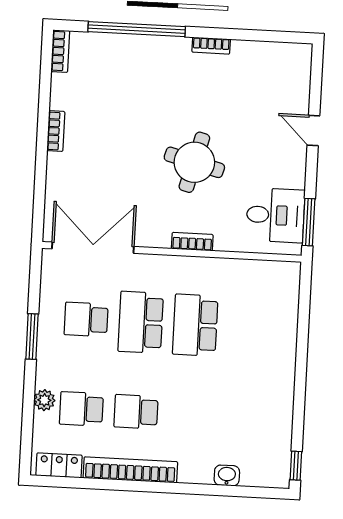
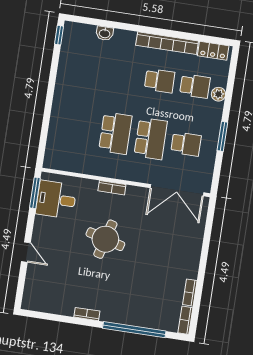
bookcase: (56, 131) -> (190, 293), moved

